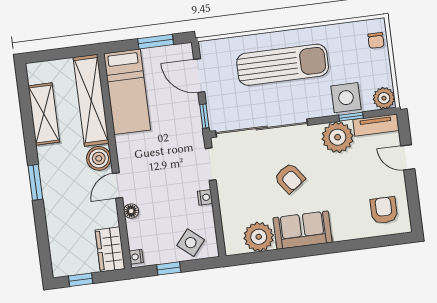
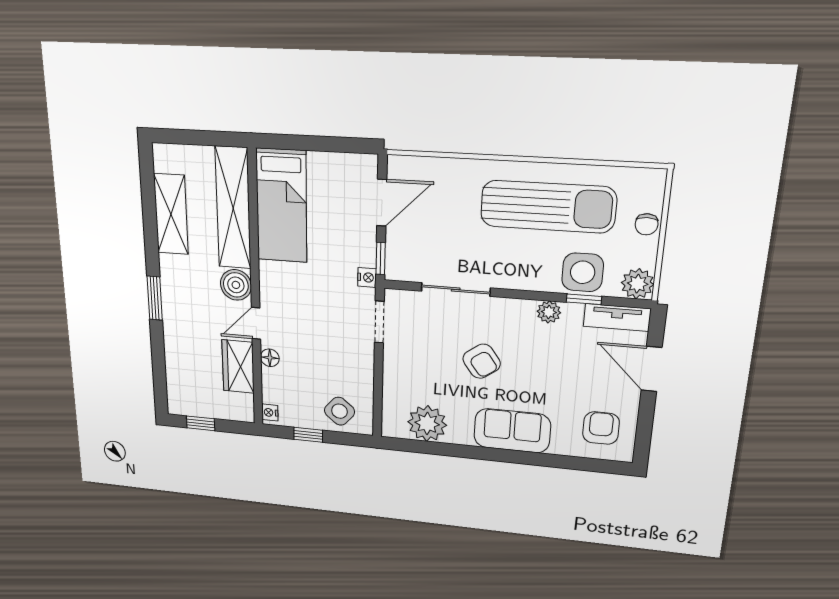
chair: (376, 40) -> (647, 224), moved
window: (156, 42) -> (328, 144), removed
sun lounger: (283, 65) -> (548, 207), moved
door: (199, 76) -> (382, 203), swing flipped
sliding door: (262, 128) -> (456, 289), width x0.54
plant: (338, 137) -> (549, 312), width x0.53, depth x0.53
door: (408, 157) -> (652, 369), width x1.38
nightstand: (205, 197) -> (367, 277), moved
sofa: (303, 230) -> (512, 431), moved
wardrobe: (110, 249) -> (238, 367), moved

